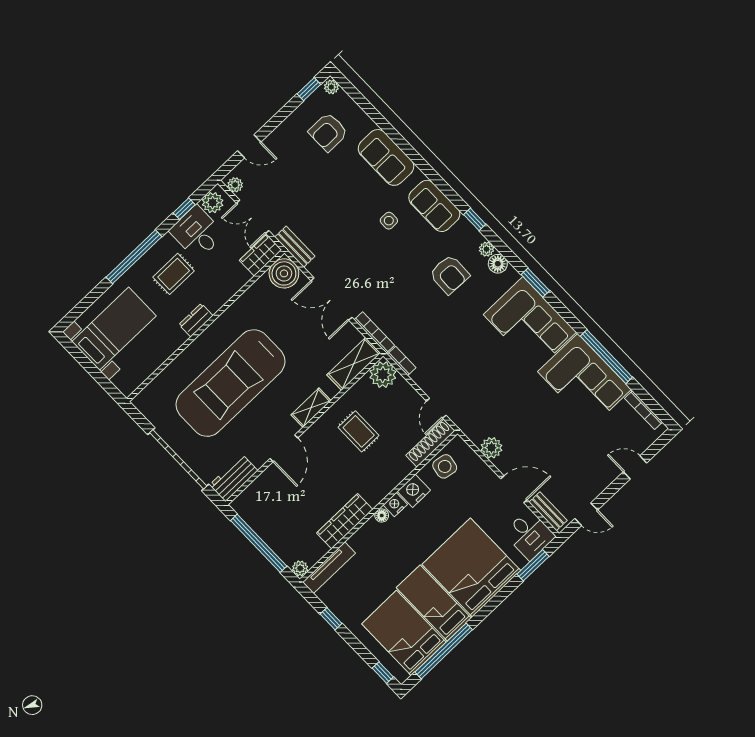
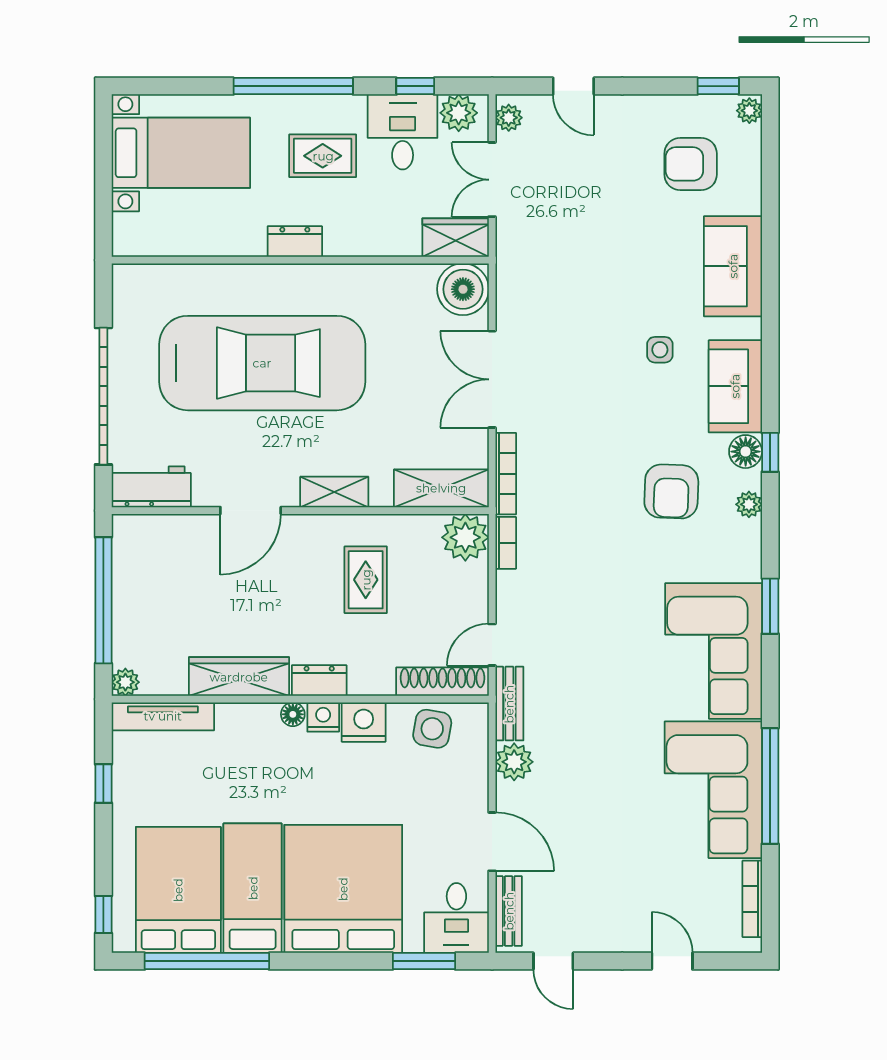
bench: (295, 247) -> (509, 704), moved
floor lamp: (498, 264) -> (746, 452), moved
car: (230, 383) -> (262, 363), turned 180
dresser: (379, 491) -> (319, 681), added

